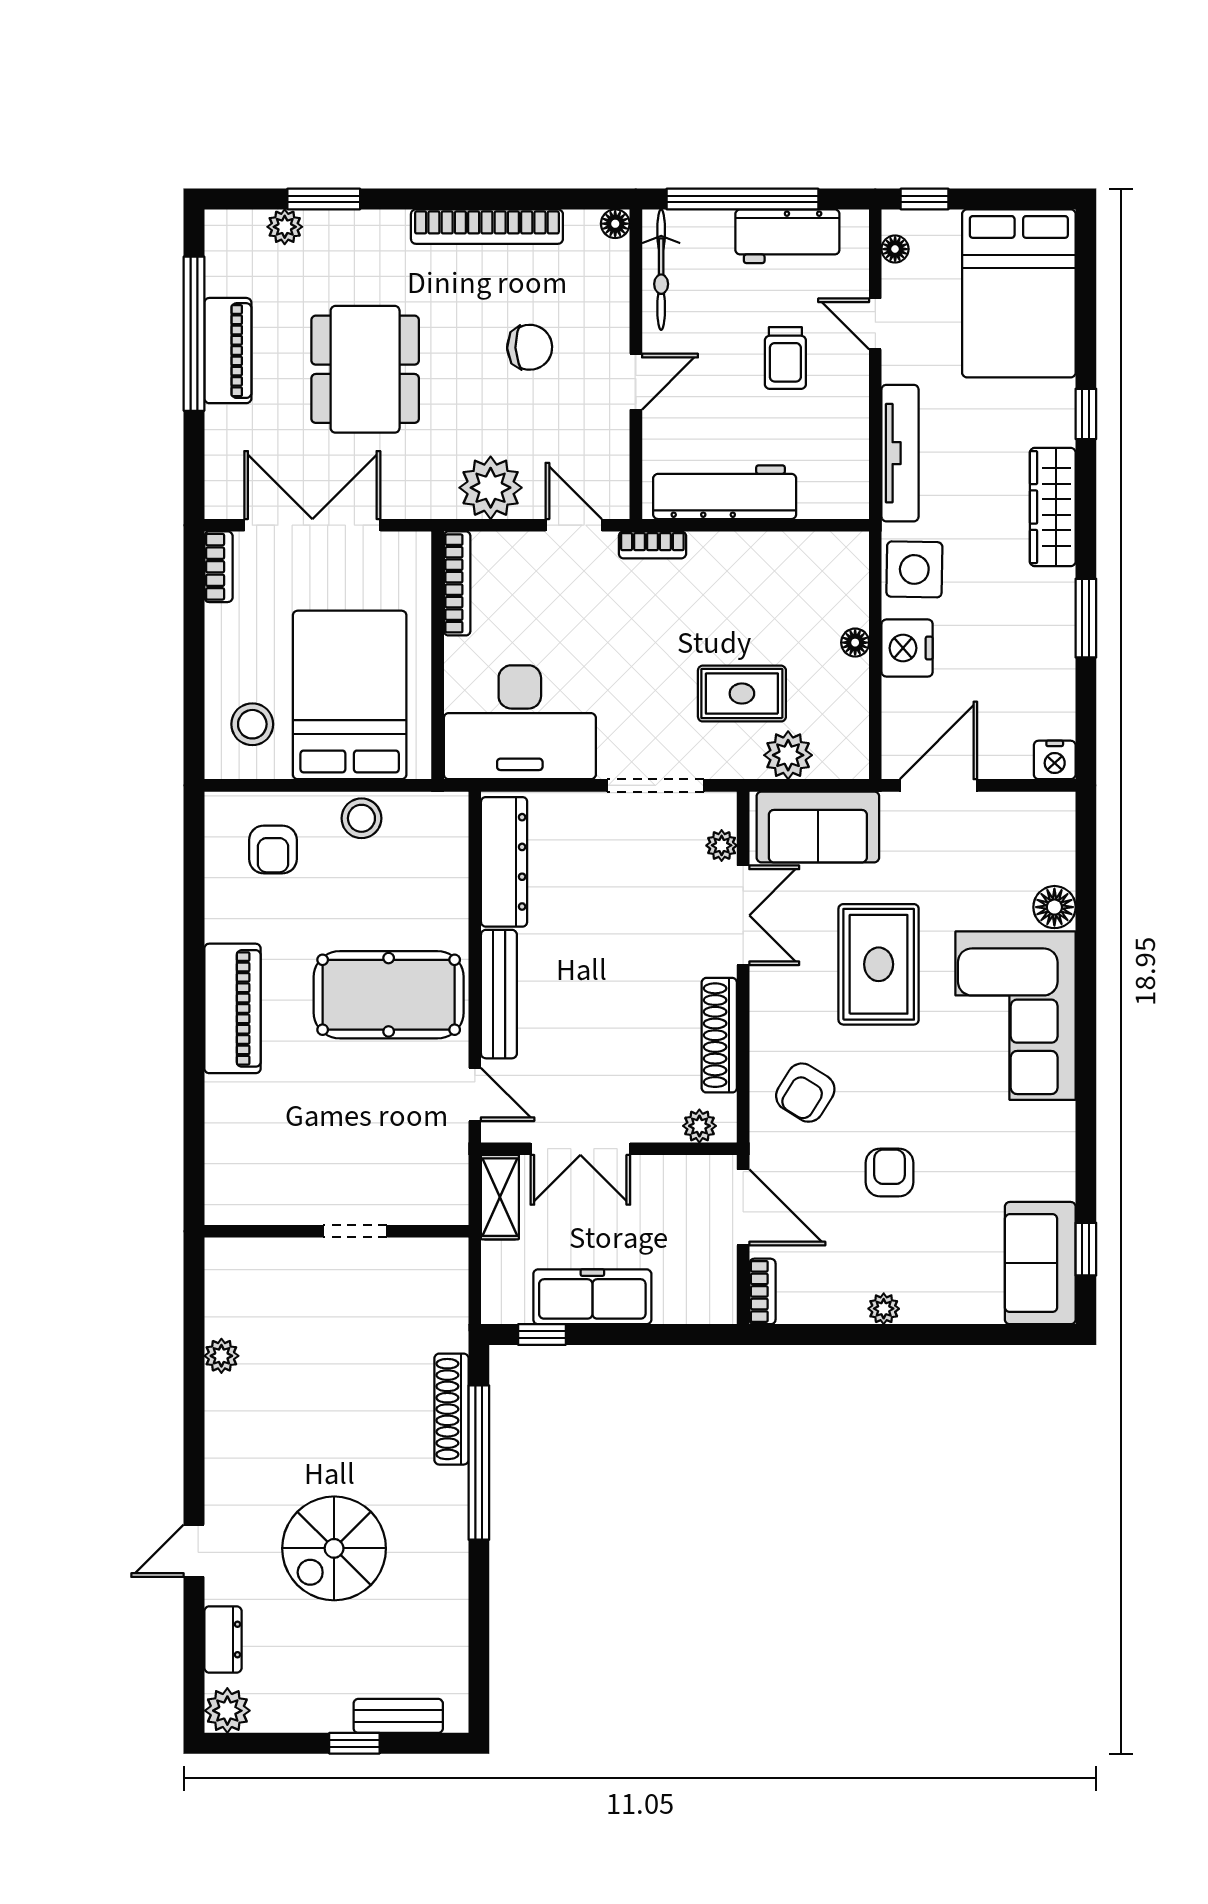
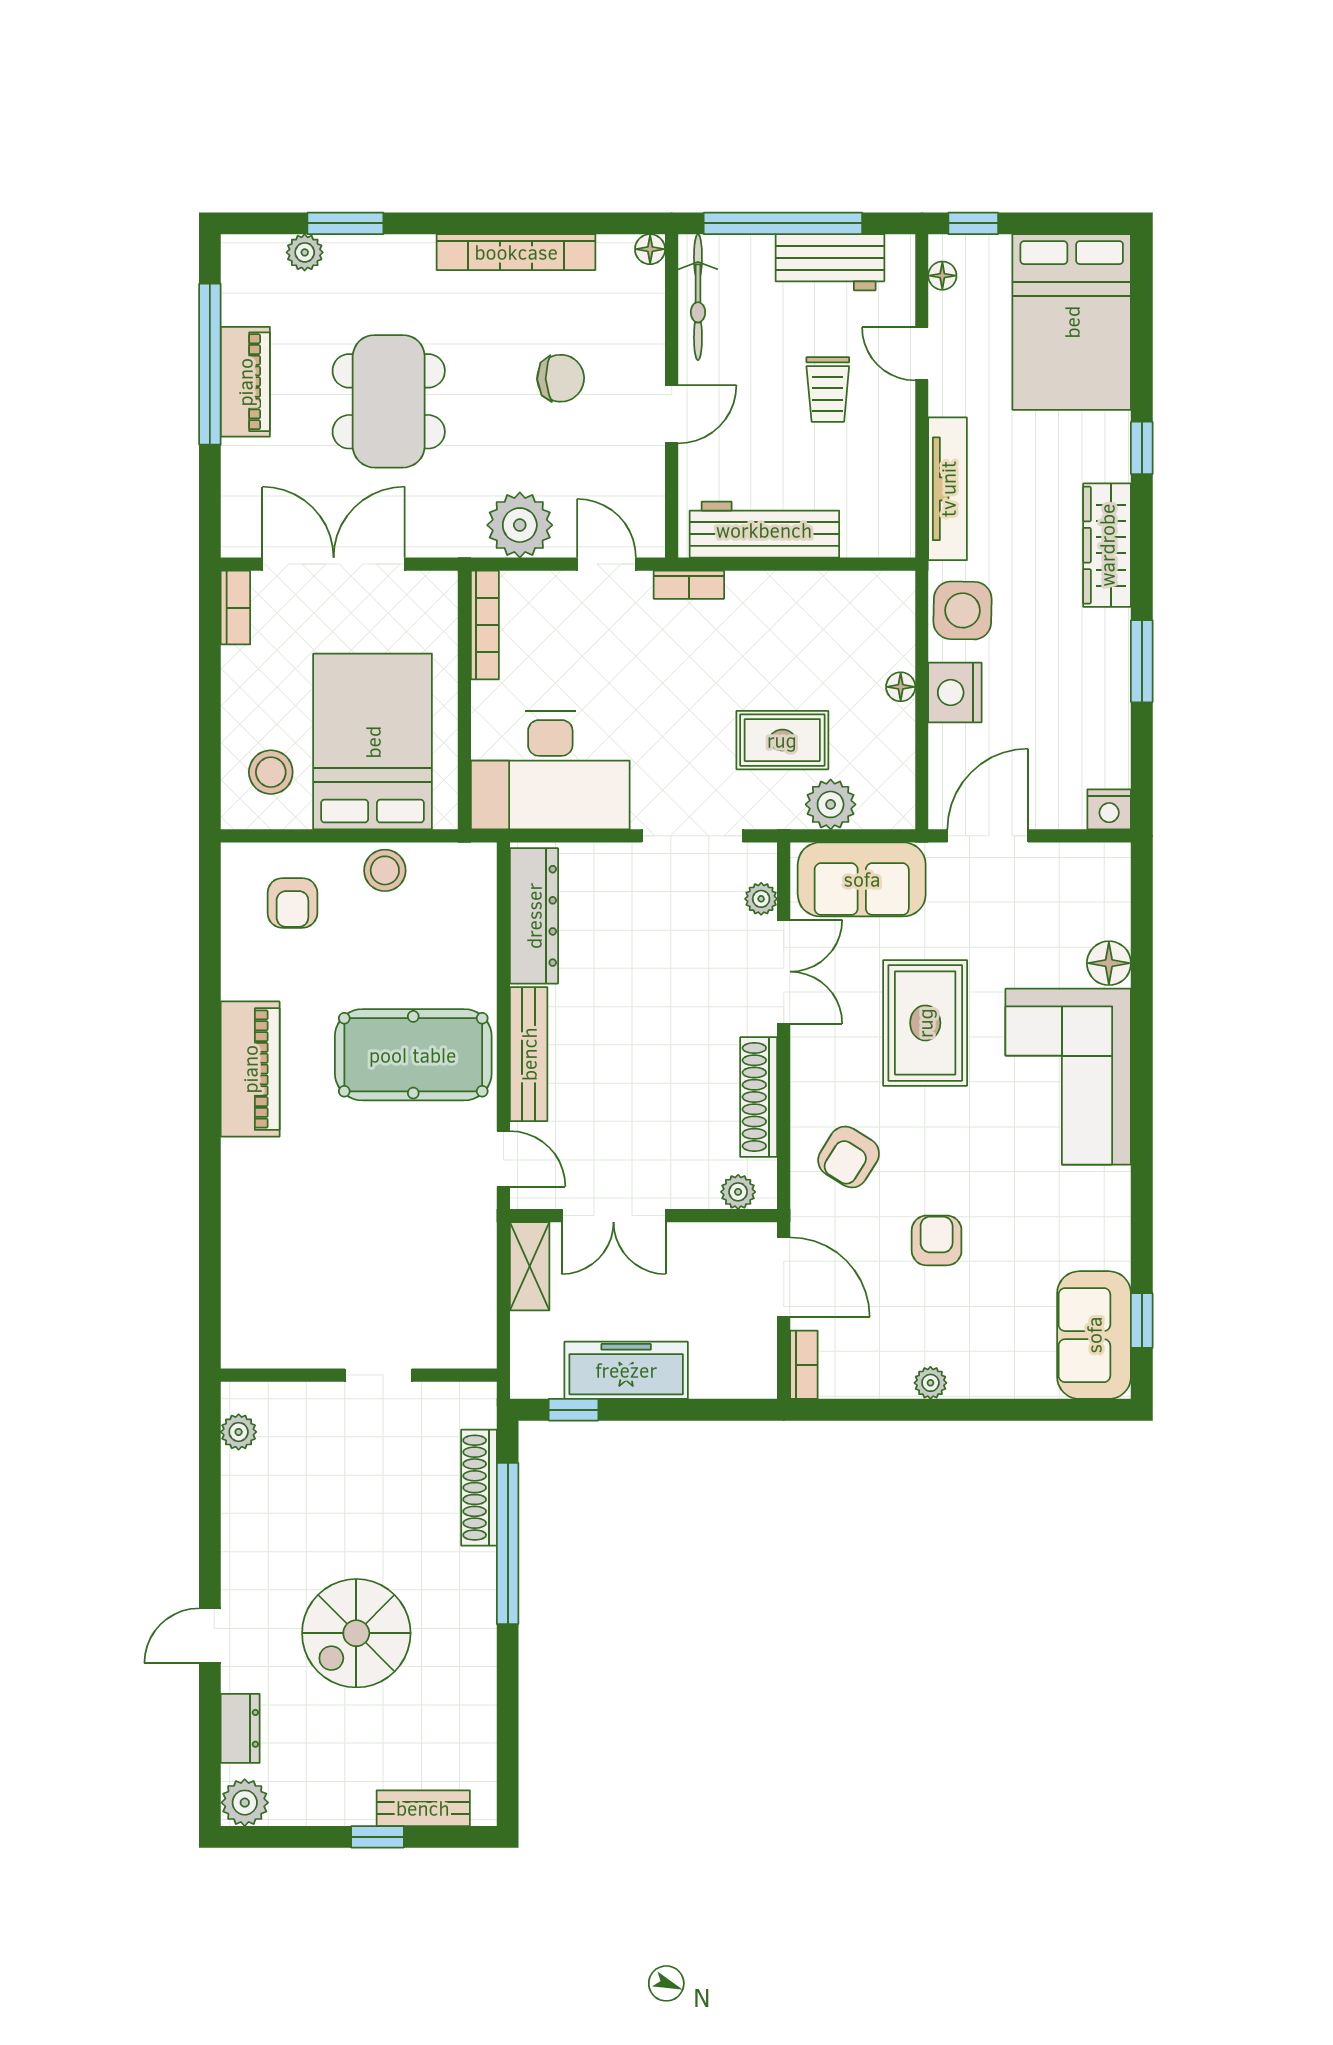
wall: (336, 1231) -> (359, 1375), moved
doorway: (355, 1231) -> (378, 1375), moved

